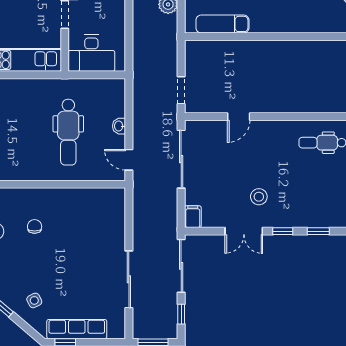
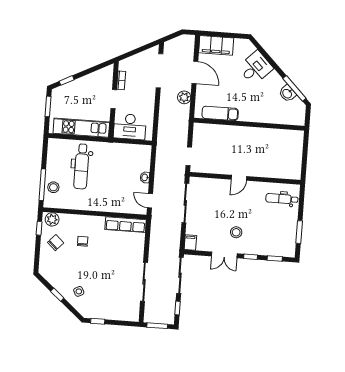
door: (239, 117) -> (239, 178), moved
dental chair: (68, 132) -> (81, 166), moved
row of seats: (77, 329) -> (126, 225), moved, turned 180

